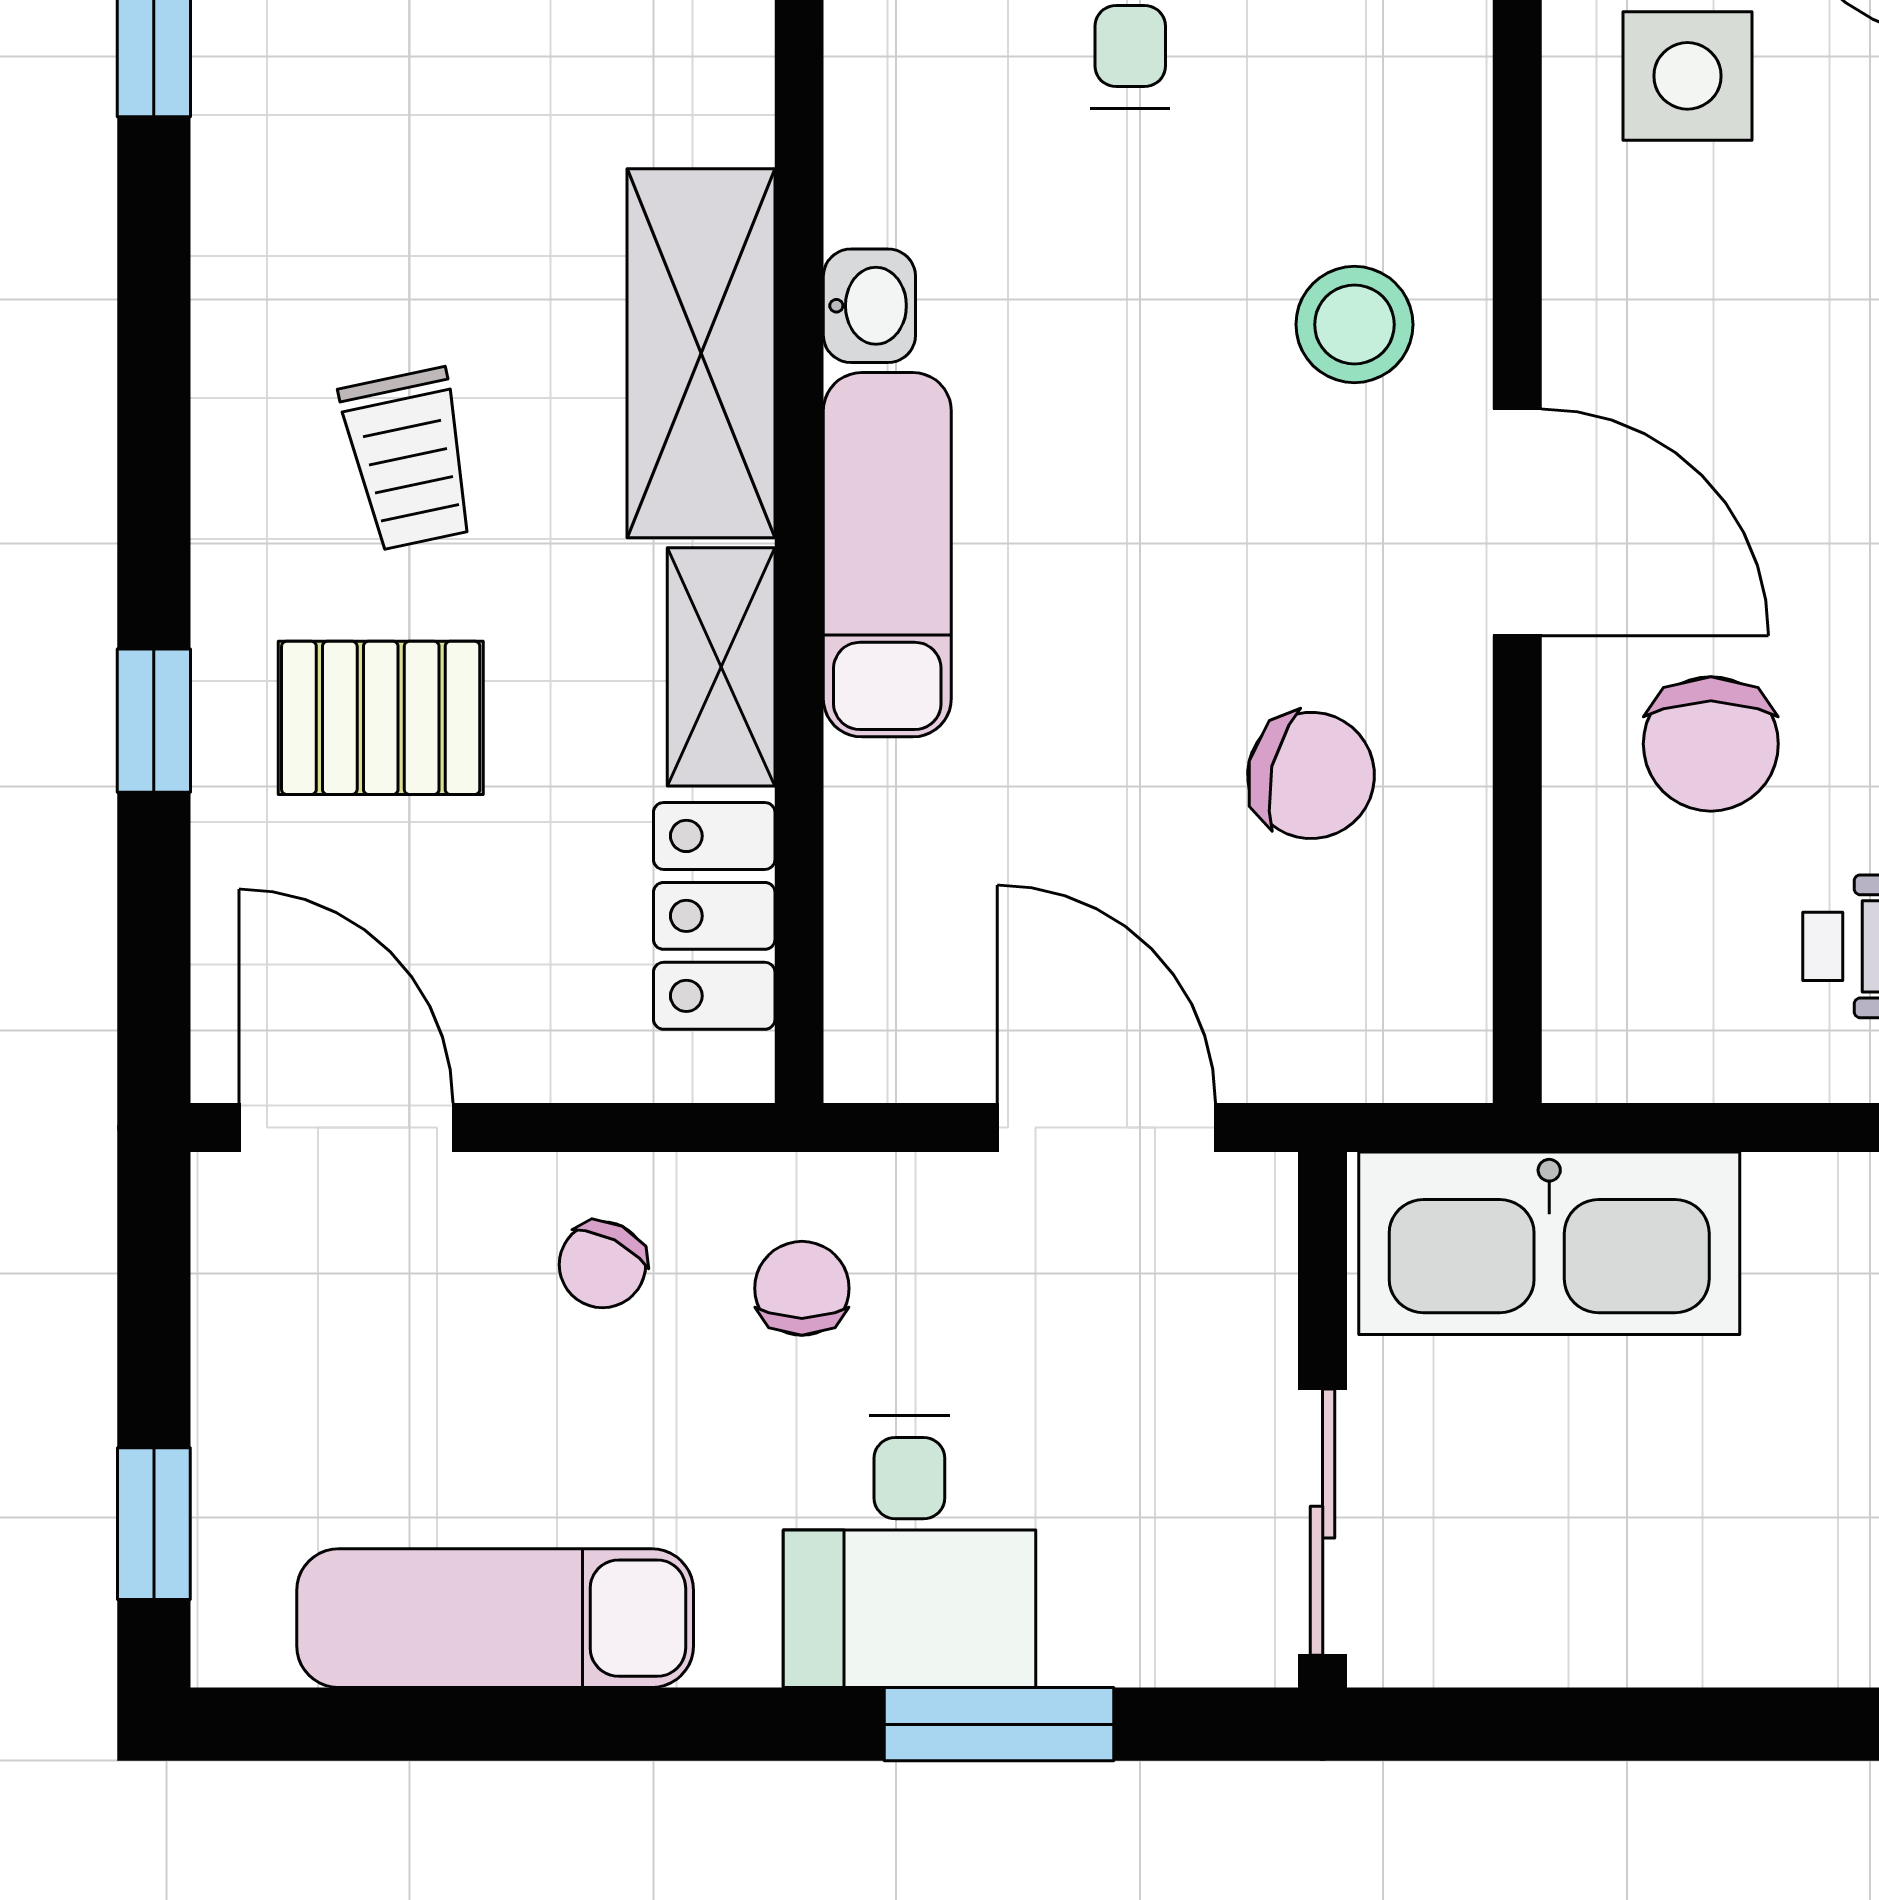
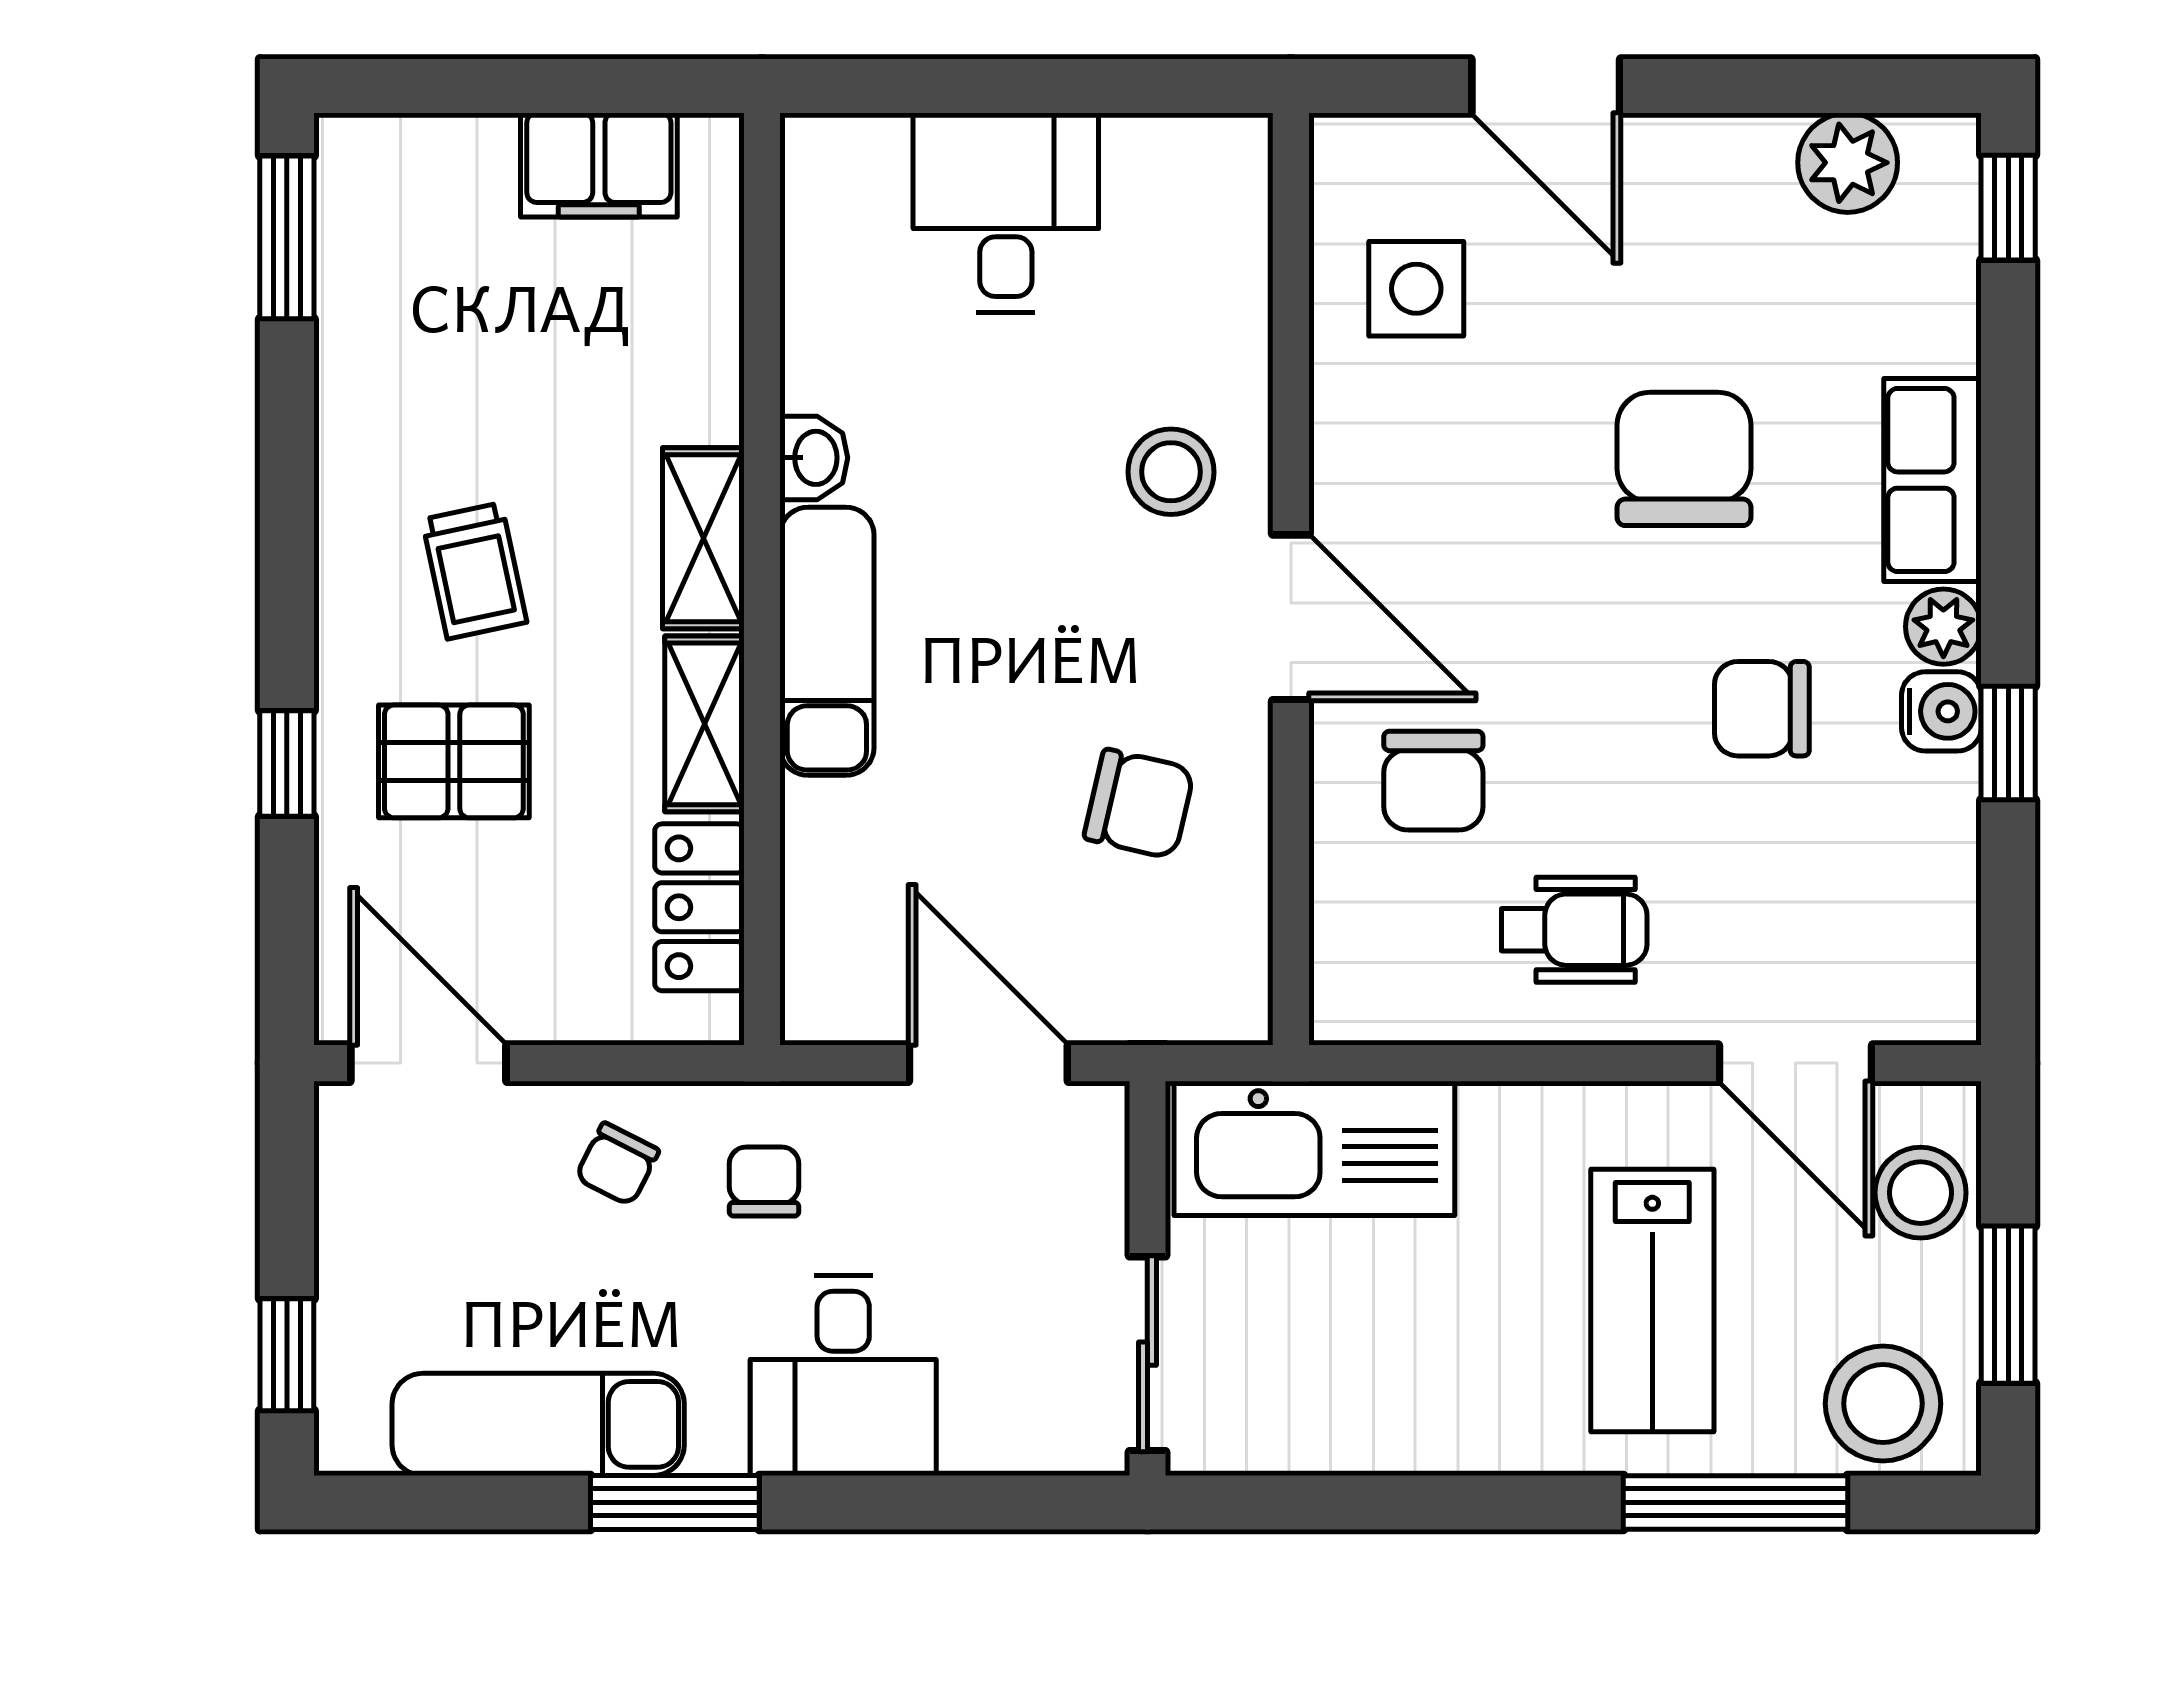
shelving: (701, 353) -> (703, 538), width x0.67, depth x0.75
window: (999, 1724) -> (675, 1502), moved

